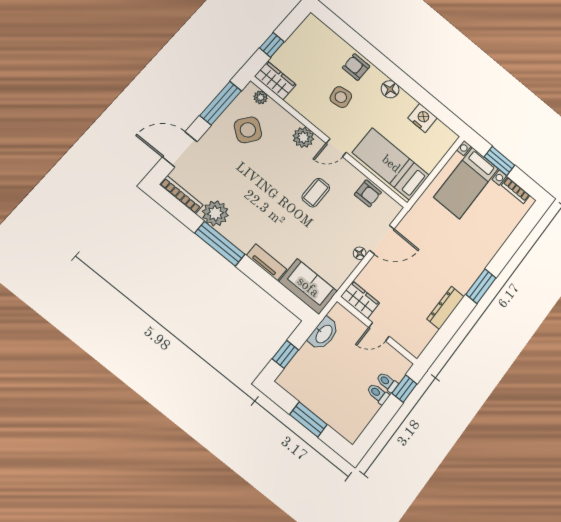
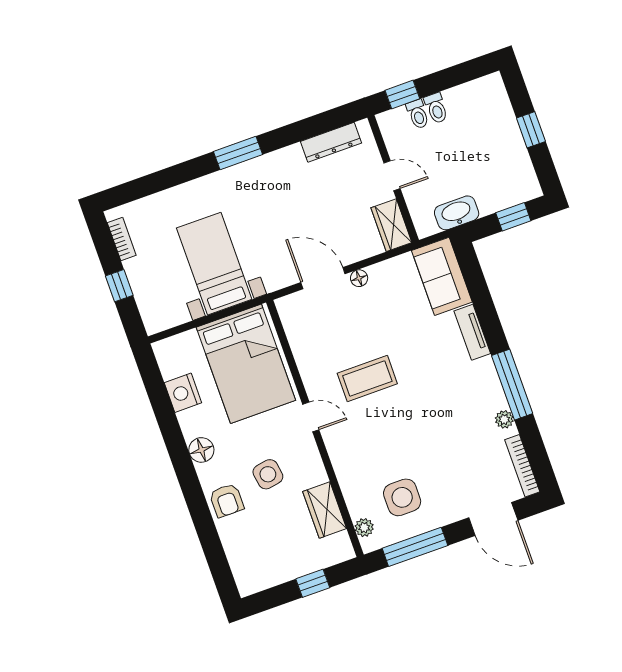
wardrobe: (275, 80) -> (325, 510), moved
side table: (248, 130) -> (402, 497), turned -37
plant: (303, 137) -> (342, 452), removed
window: (499, 161) -> (119, 286), width x0.67
bed: (391, 164) -> (246, 364), width x1.50
bed with nightstands: (466, 183) -> (214, 264), moved, turned -90
coffee table: (316, 193) -> (367, 378), width x1.36, depth x1.30
armchair: (368, 193) -> (306, 342), removed
plant: (215, 213) -> (504, 419), width x0.53, depth x0.53
dresser: (446, 308) -> (331, 142), moved
window: (308, 420) -> (531, 130), width x0.67

